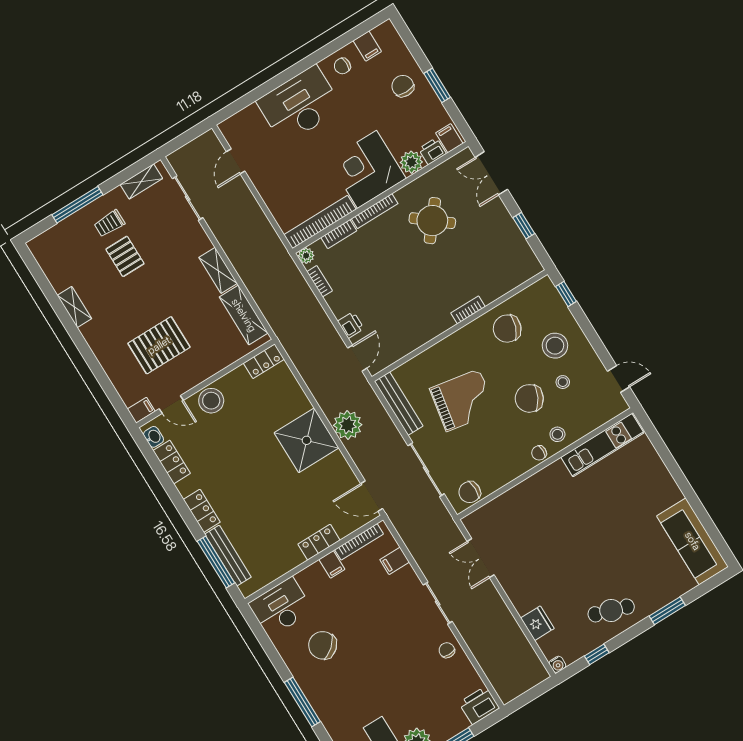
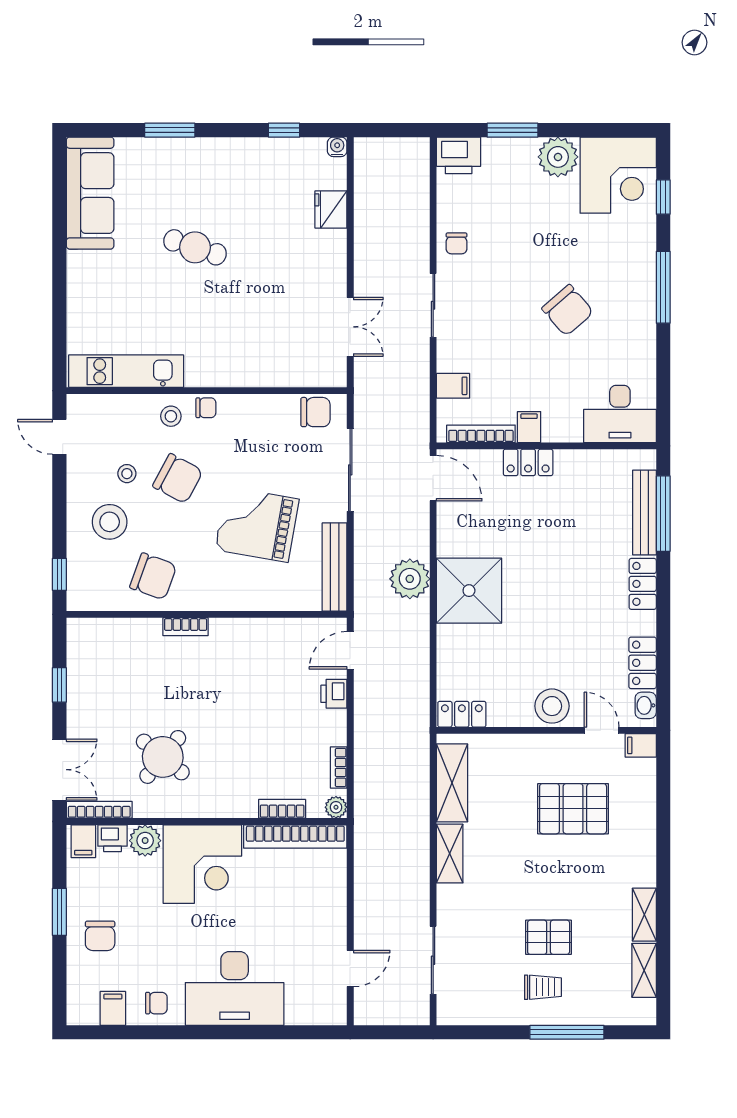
shelving: (141, 181) -> (644, 970), moved, turned 90
bookcase: (375, 211) -> (99, 810), moved
pallet: (125, 256) -> (549, 937), turned 90
cafe table: (611, 610) -> (195, 247), moved
chair: (323, 645) -> (568, 310), moved

